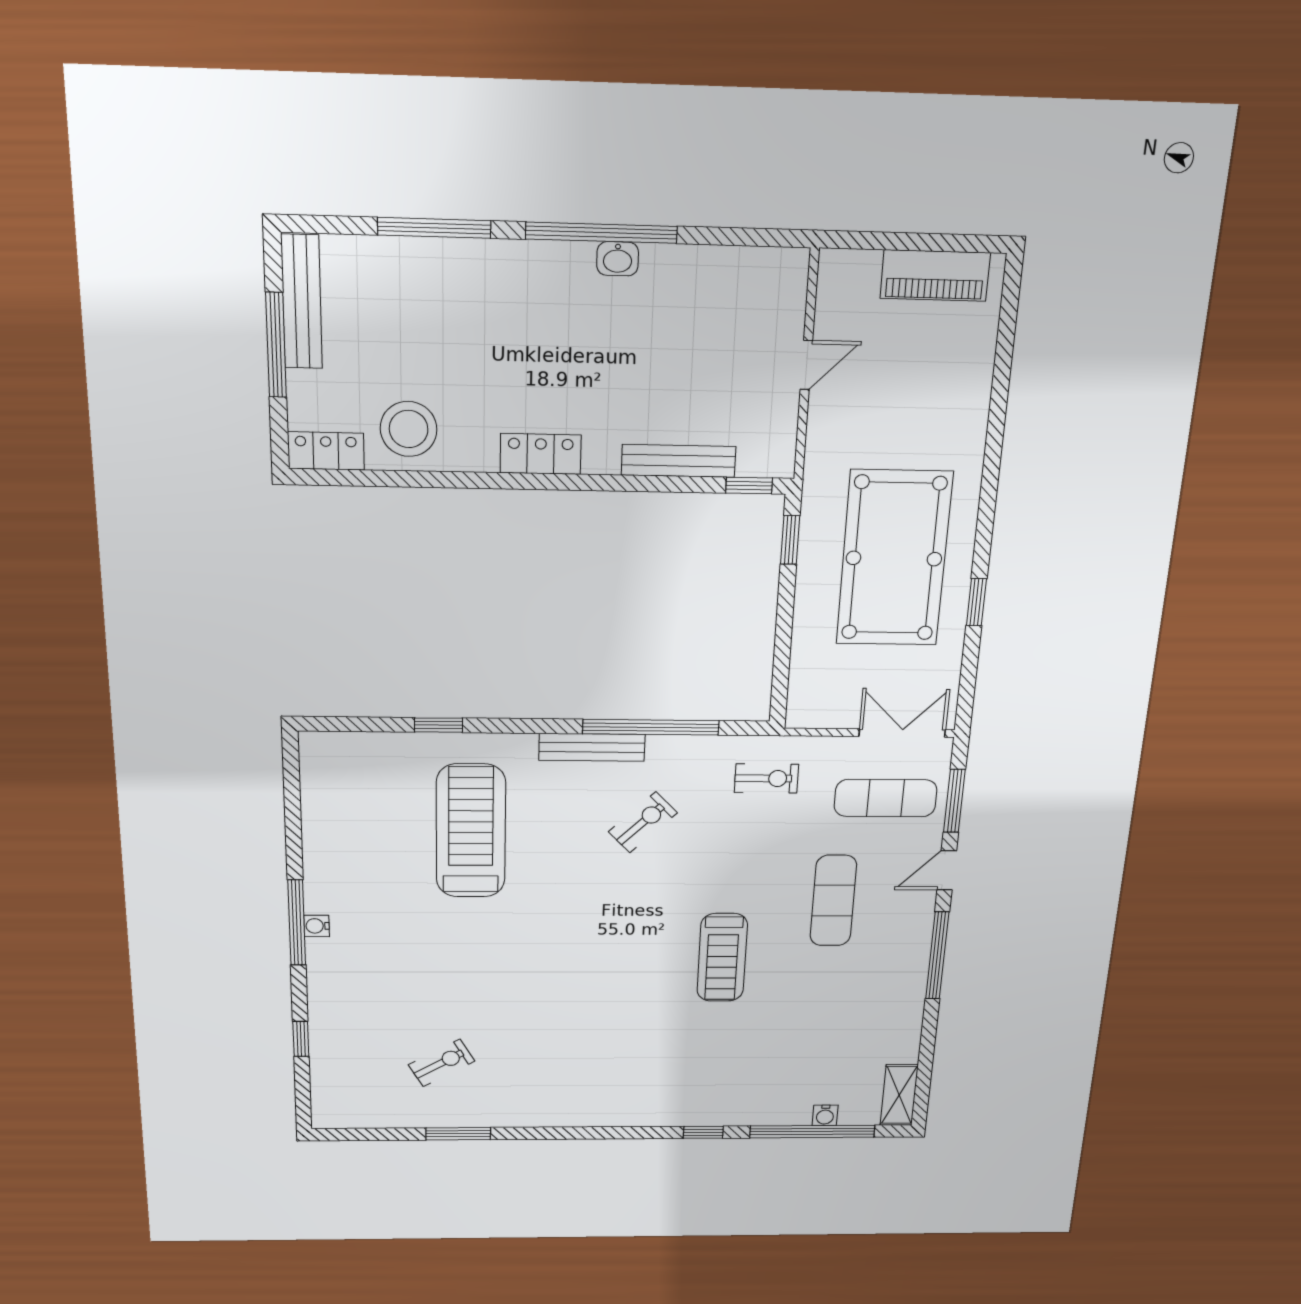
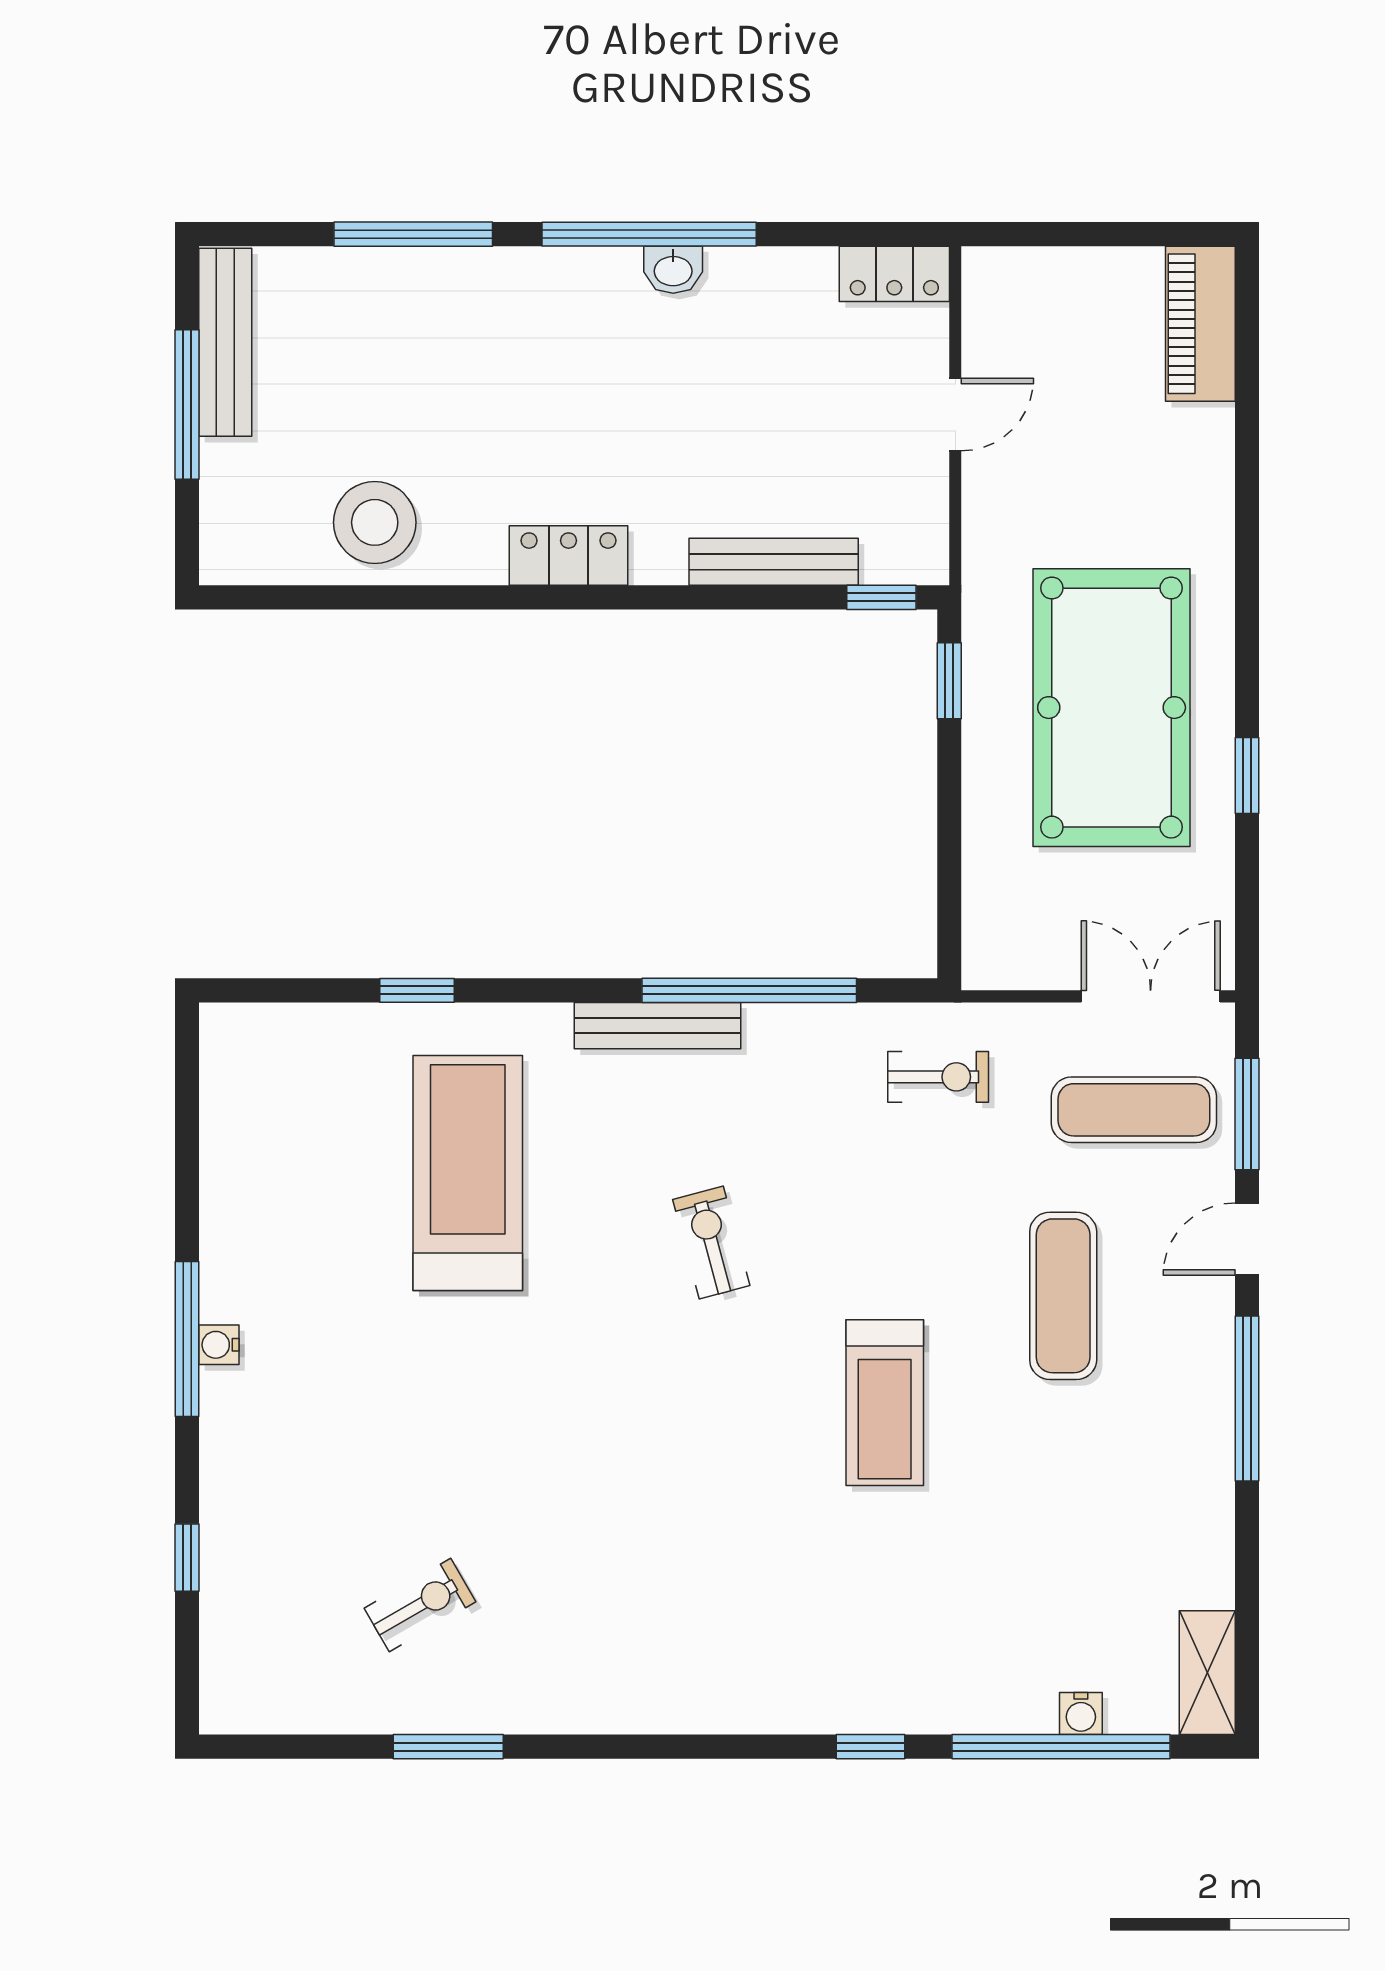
piano: (935, 276) -> (1200, 324), moved, turned 90
locker: (326, 451) -> (894, 274), moved, turned 180
exercise bike: (643, 822) -> (711, 1243), moved, turned -61

